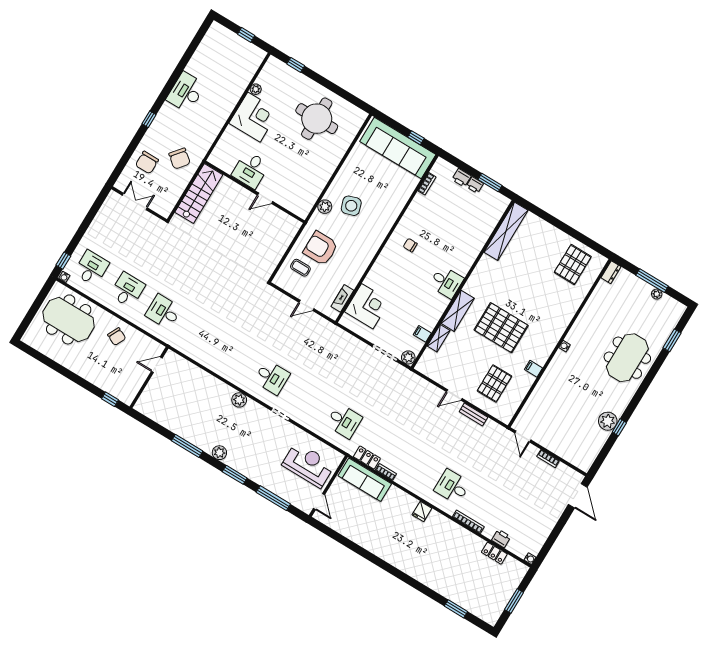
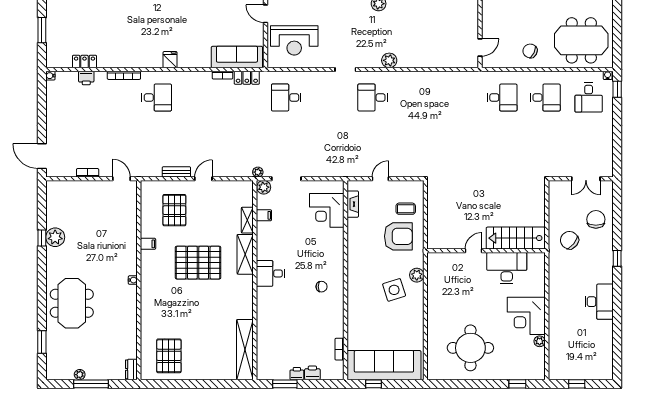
desk: (251, 170) -> (507, 268), width x1.37
stairs: (199, 193) -> (516, 238), moved, turned 90
desk: (127, 290) -> (545, 97), turned -90
plant: (405, 373) -> (258, 172), added

